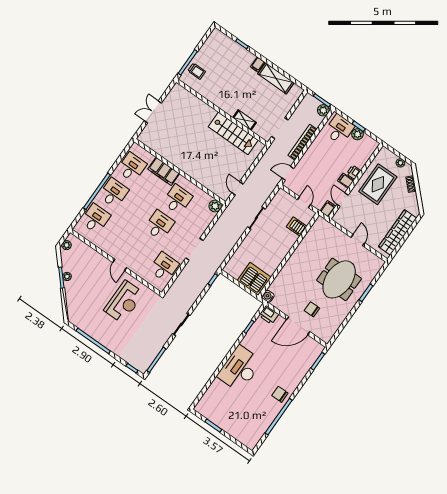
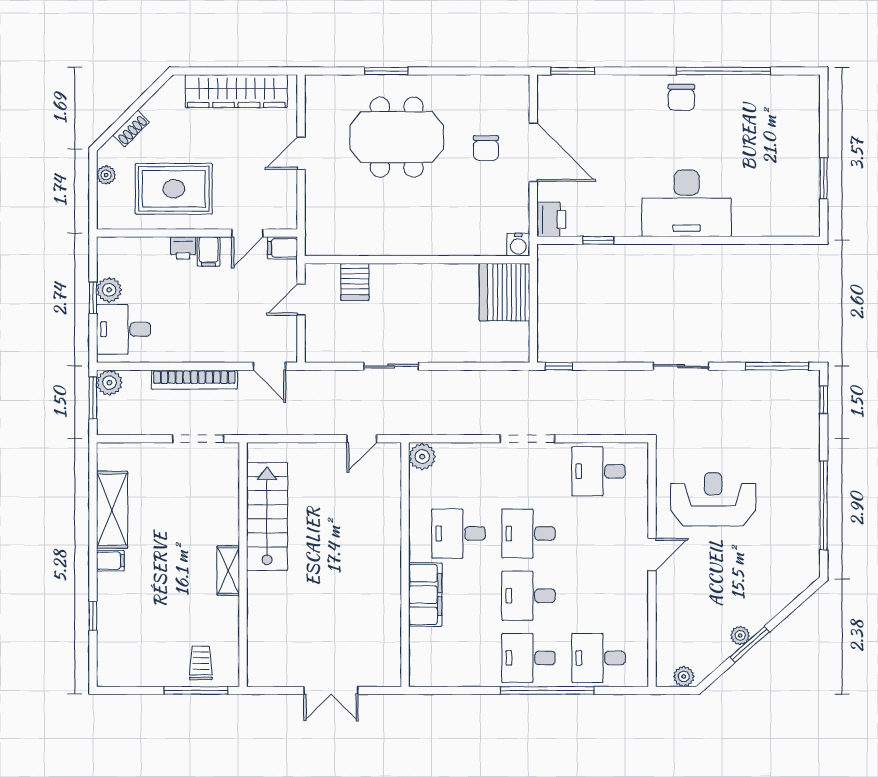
shelving: (245, 120) -> (228, 571), moved
desk: (132, 167) -> (529, 596), moved

